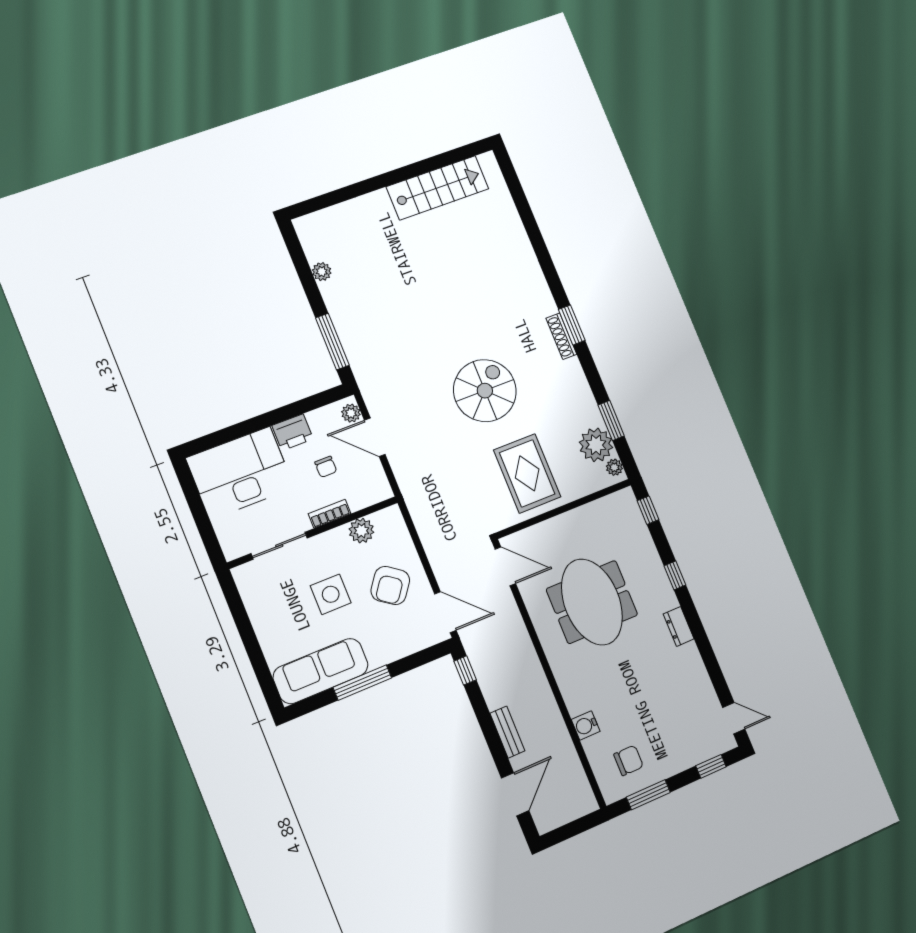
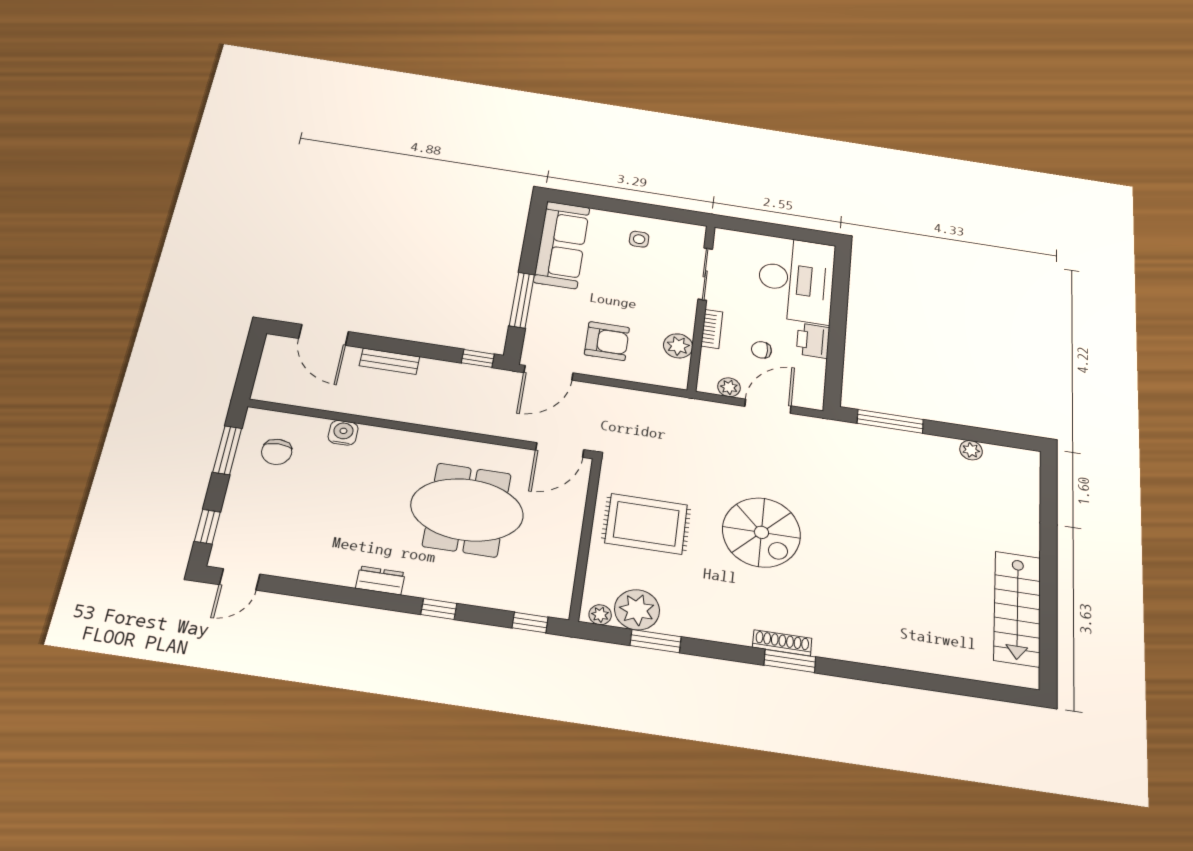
plant: (351, 413) -> (729, 387), moved
armchair: (390, 586) -> (607, 341), turned 144
side table: (331, 594) -> (639, 239), moved, width x0.54, depth x0.54
window: (362, 683) -> (522, 300), moved

